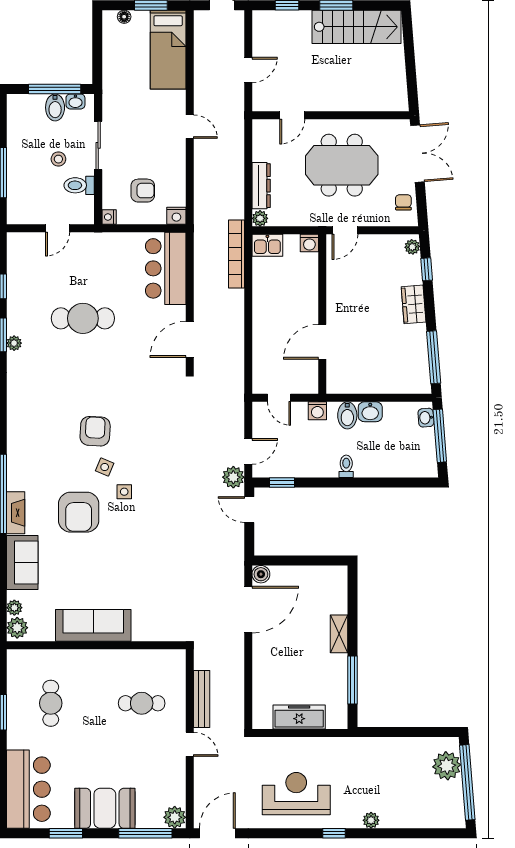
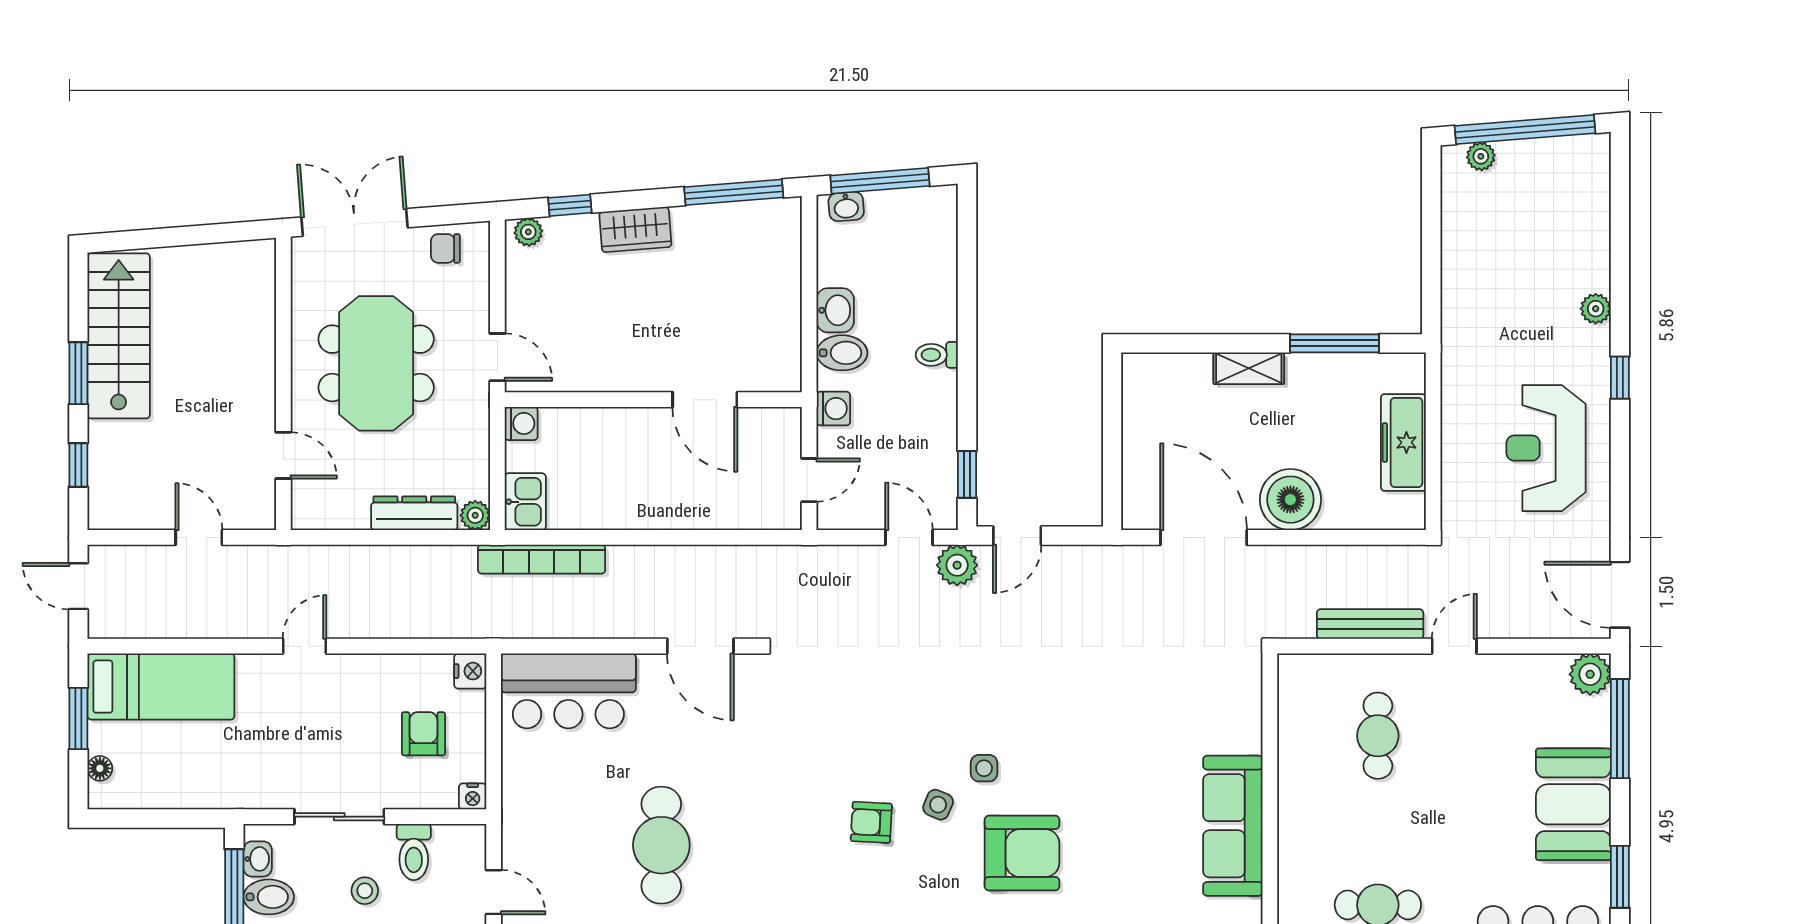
armchair: (95, 431) -> (871, 822), width x0.72, depth x0.72
boiler: (261, 574) -> (1290, 500), moved, width x1.86, depth x1.86
plant: (447, 766) -> (1481, 156), width x0.53, depth x0.53

